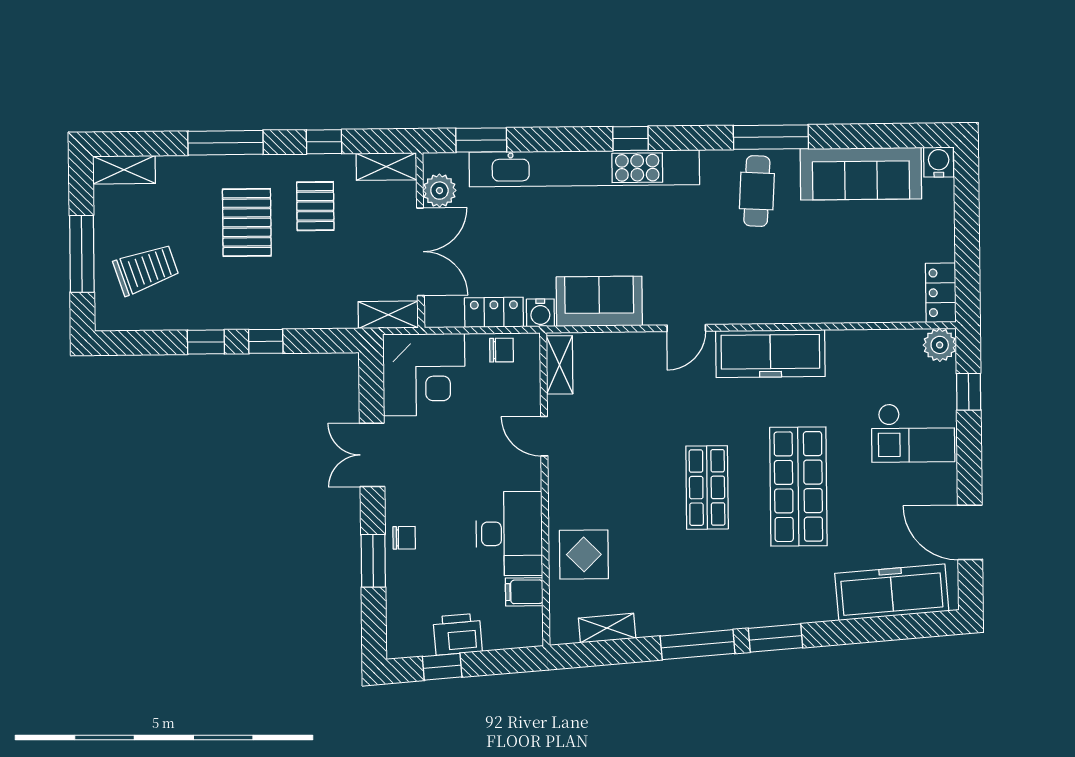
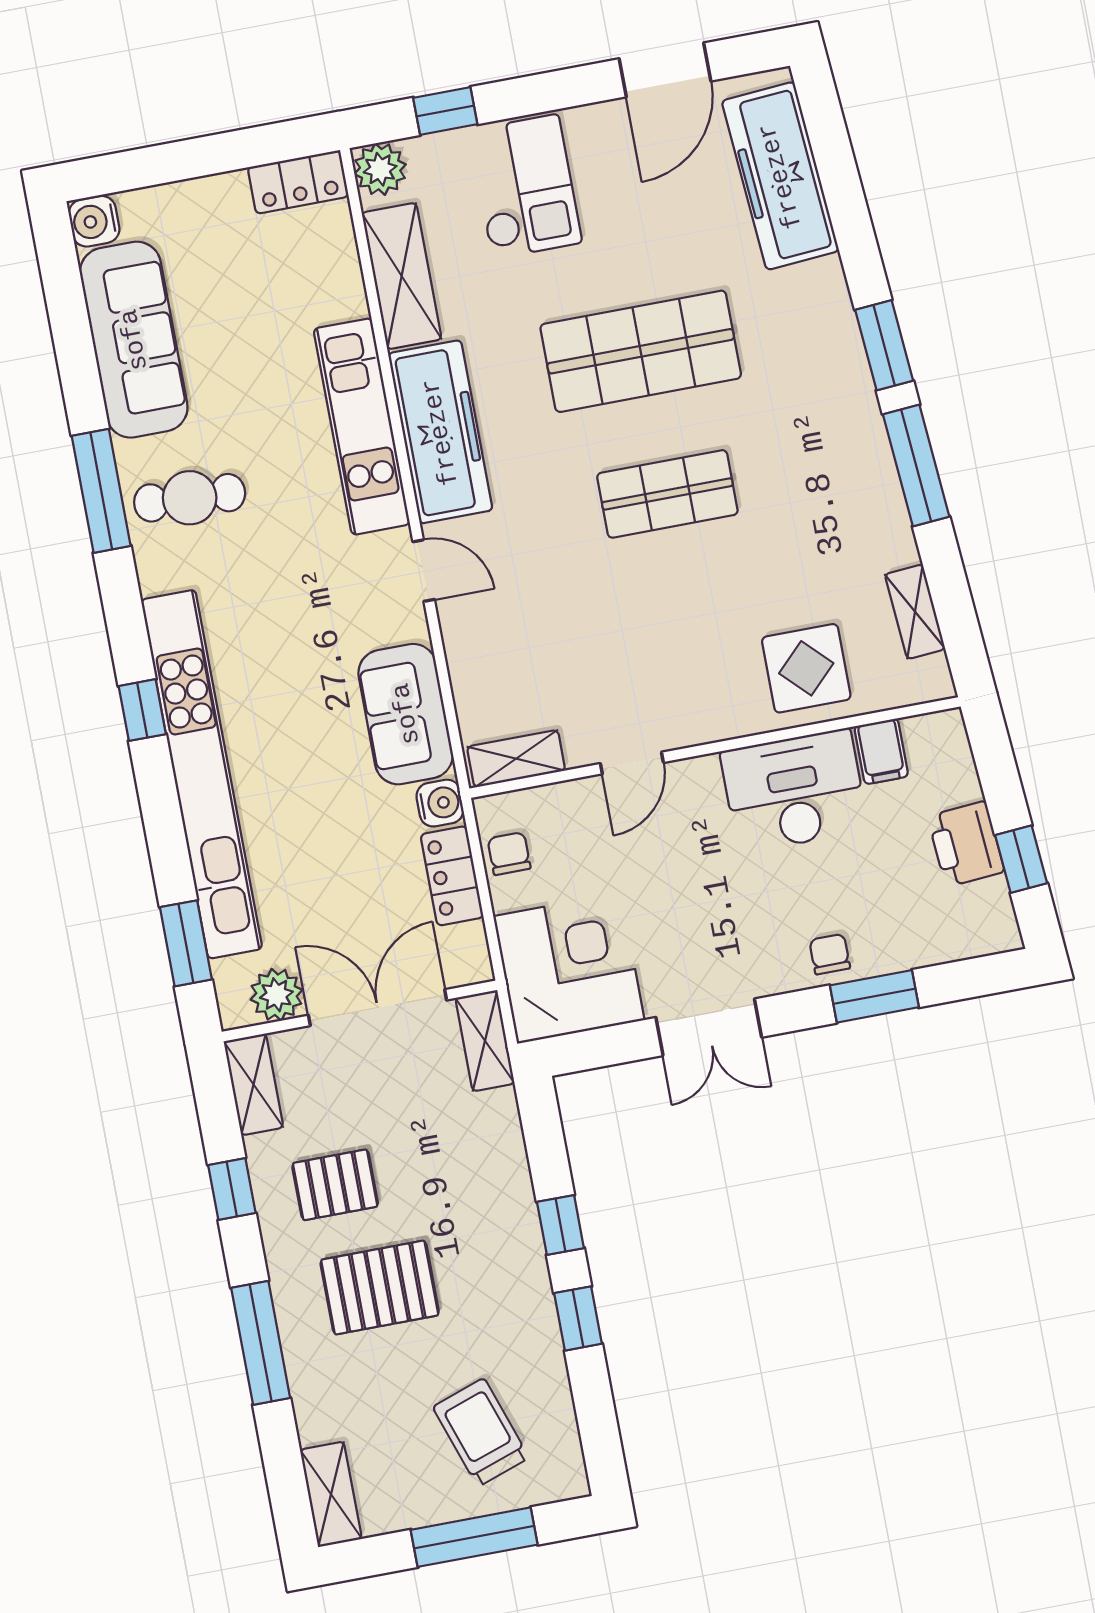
kitchen unit: (782, 305) -> (362, 427), added
shelving: (871, 347) -> (402, 276), added

